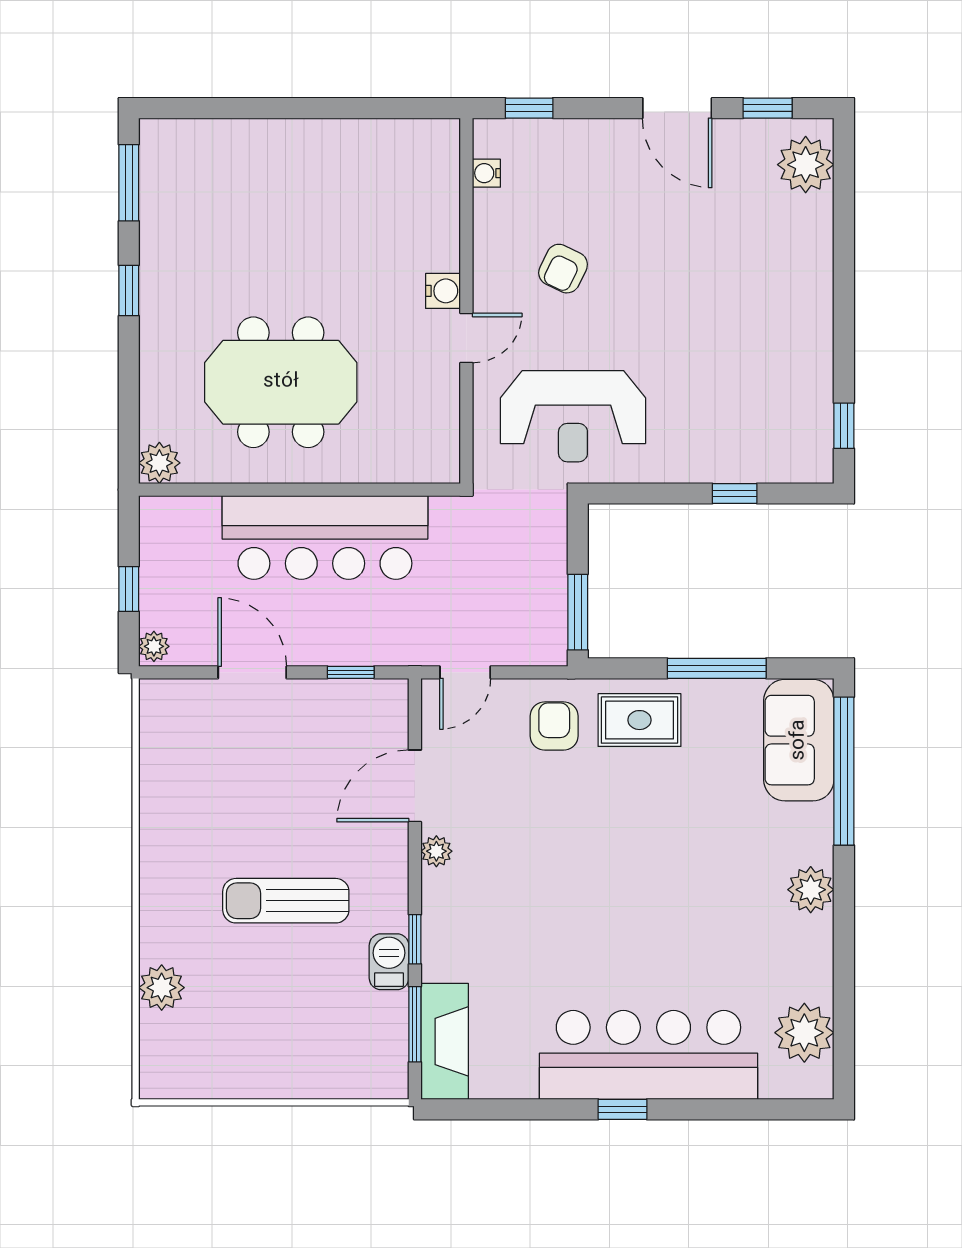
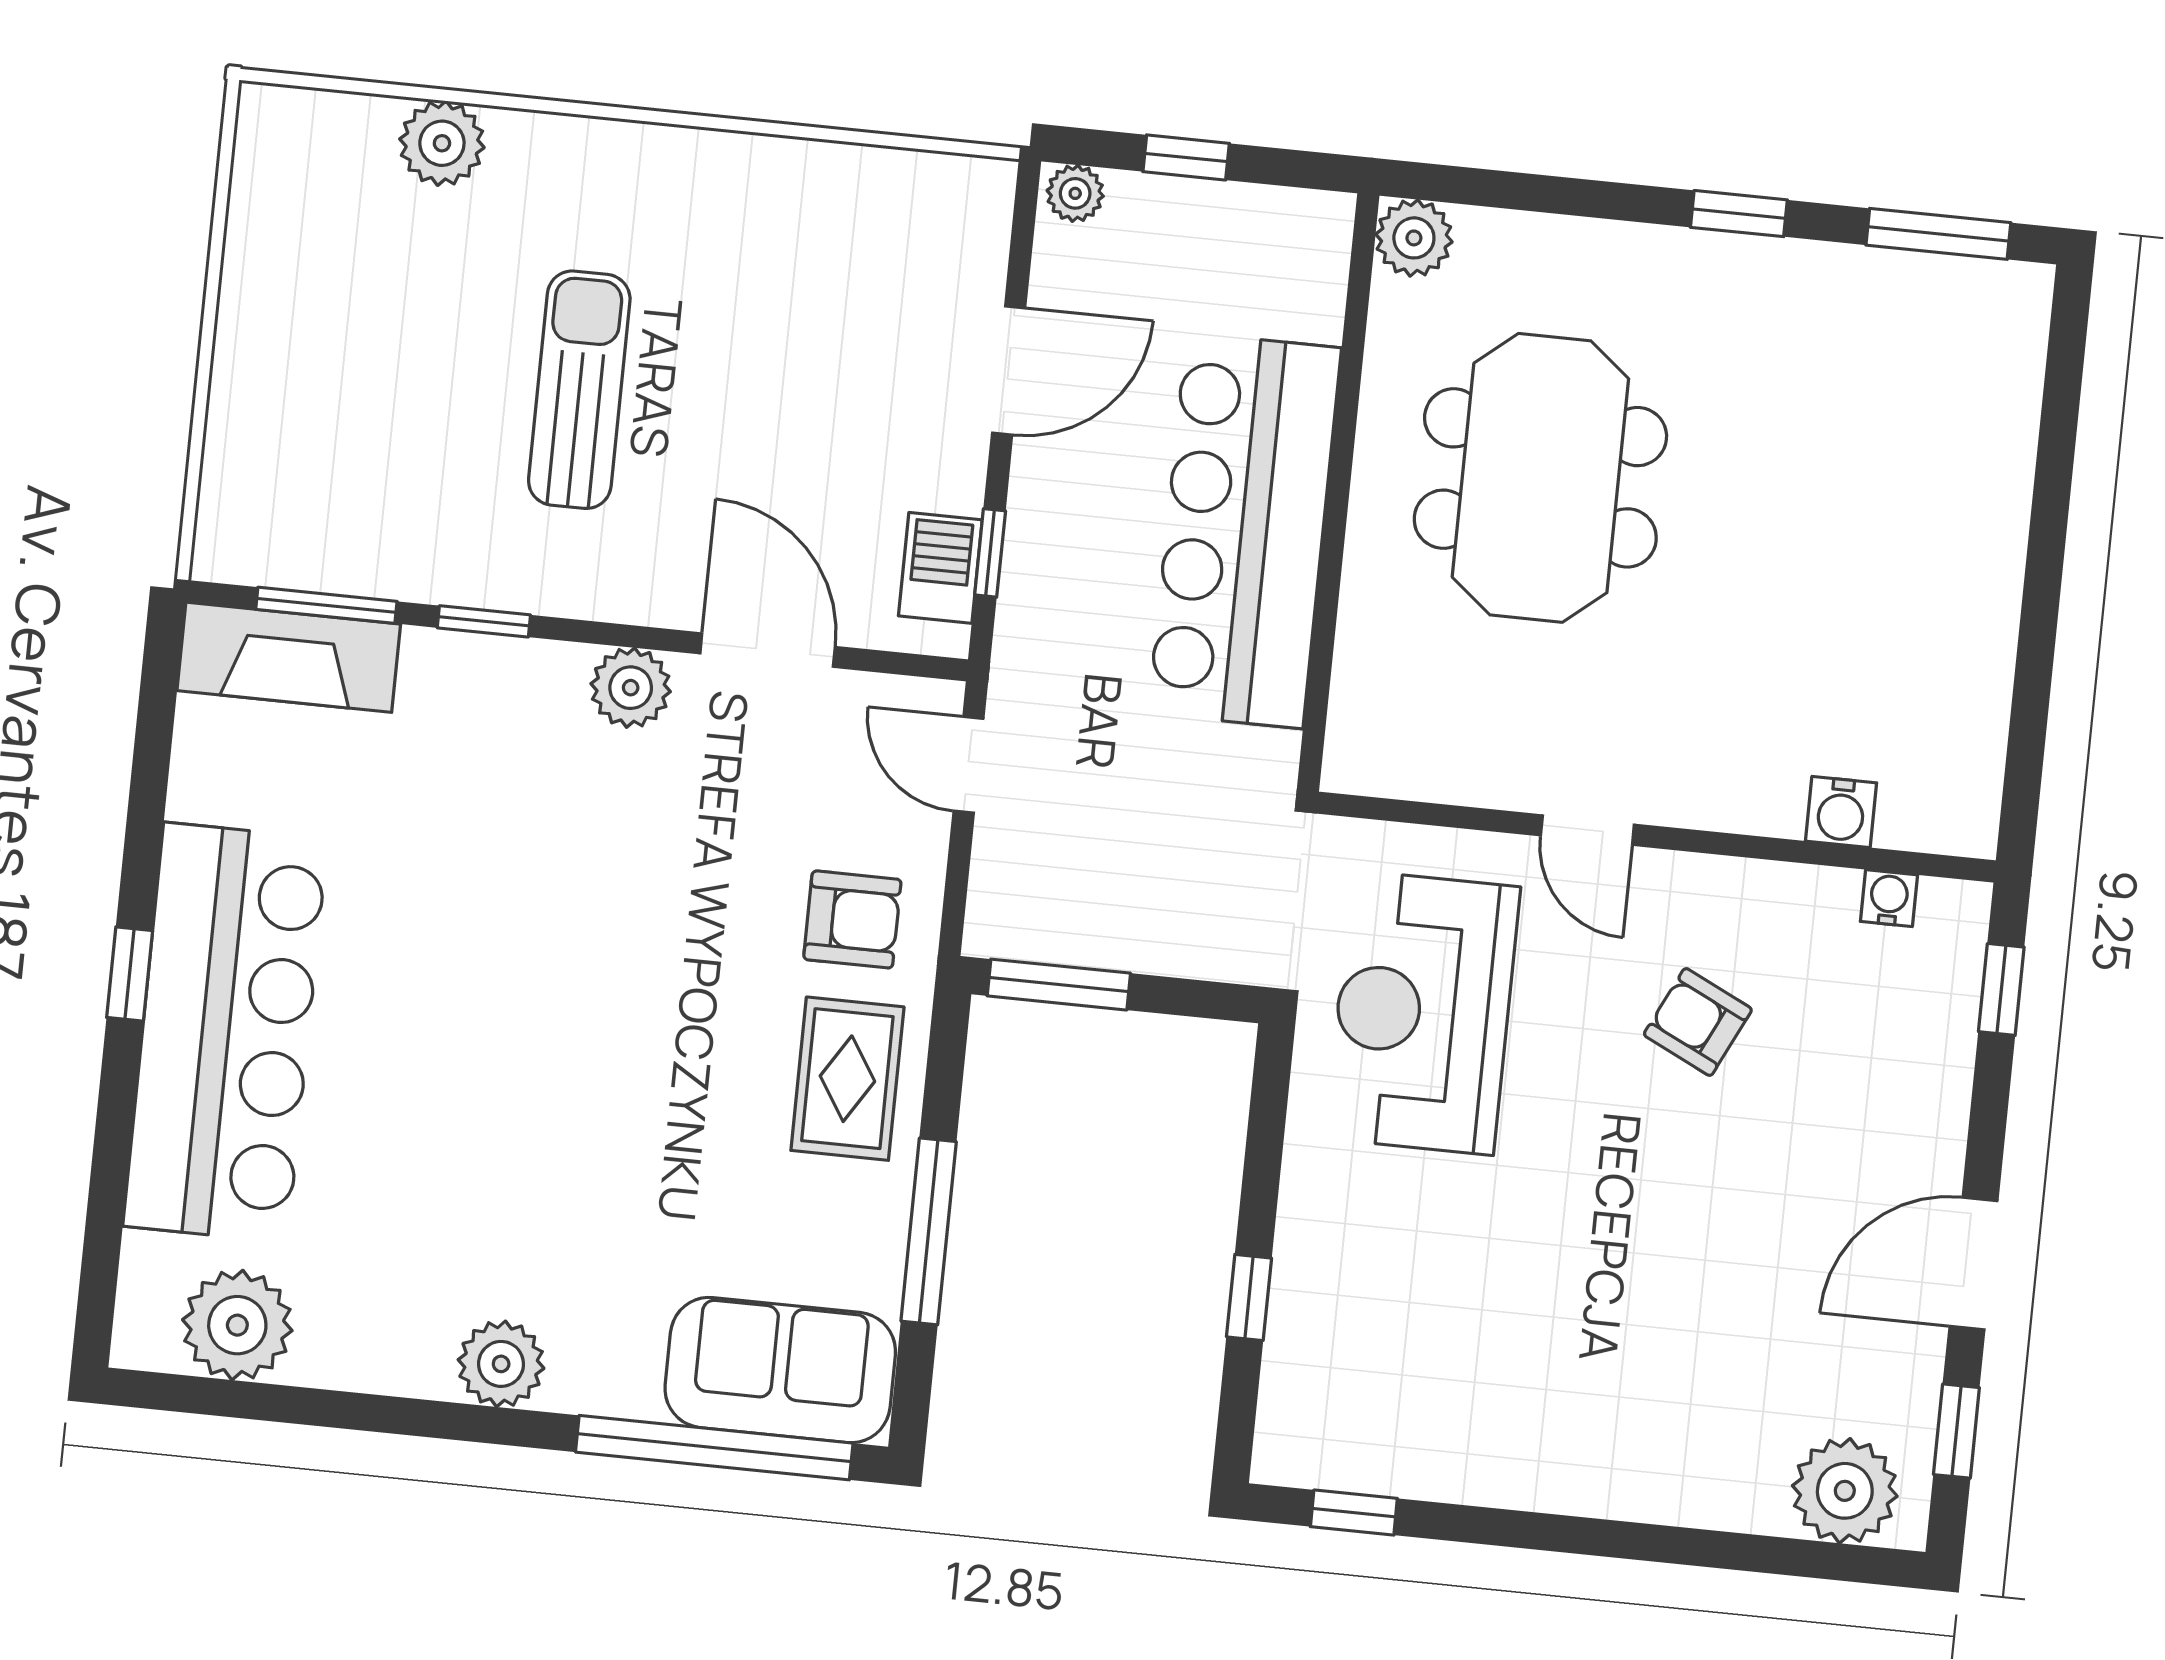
water cooler: (443, 291) -> (1841, 812), moved
plant: (436, 851) -> (631, 688), width x1.38, depth x1.38
barbecue: (389, 962) -> (940, 568), moved, turned -90

